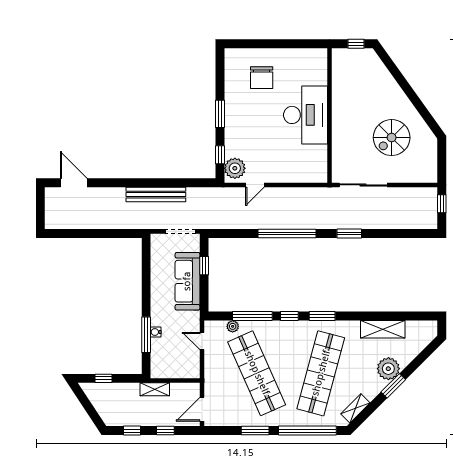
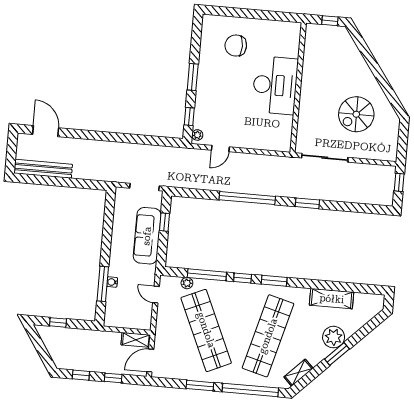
chair: (262, 78) -> (236, 46), turned 90
plant: (235, 168) -> (197, 135), width x0.53, depth x0.53
bench: (156, 195) -> (43, 169), moved
shelving: (155, 389) -> (136, 340), moved

